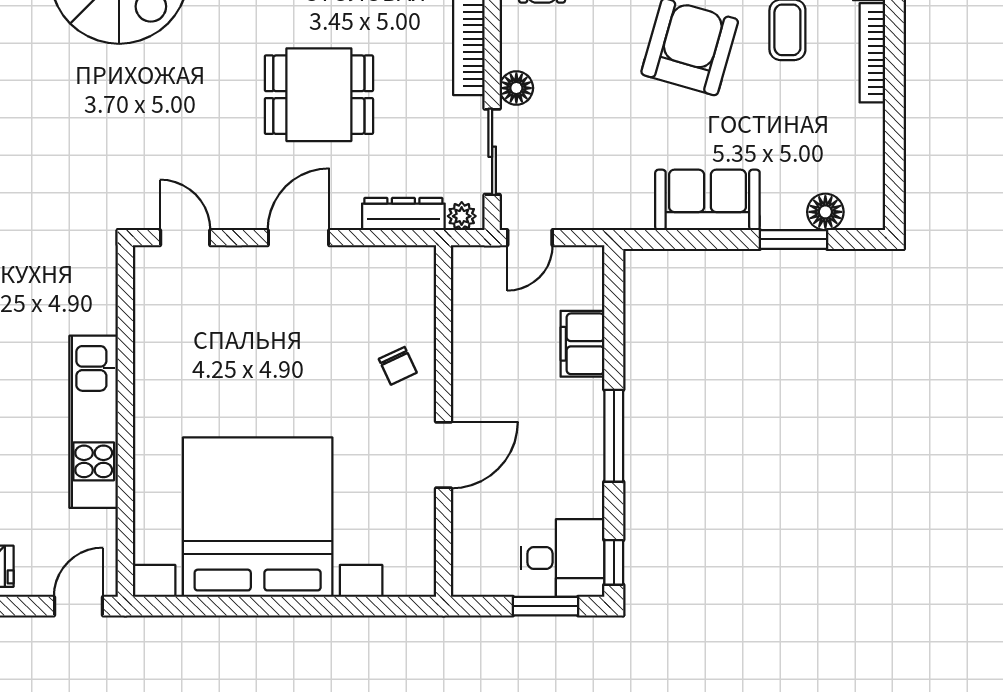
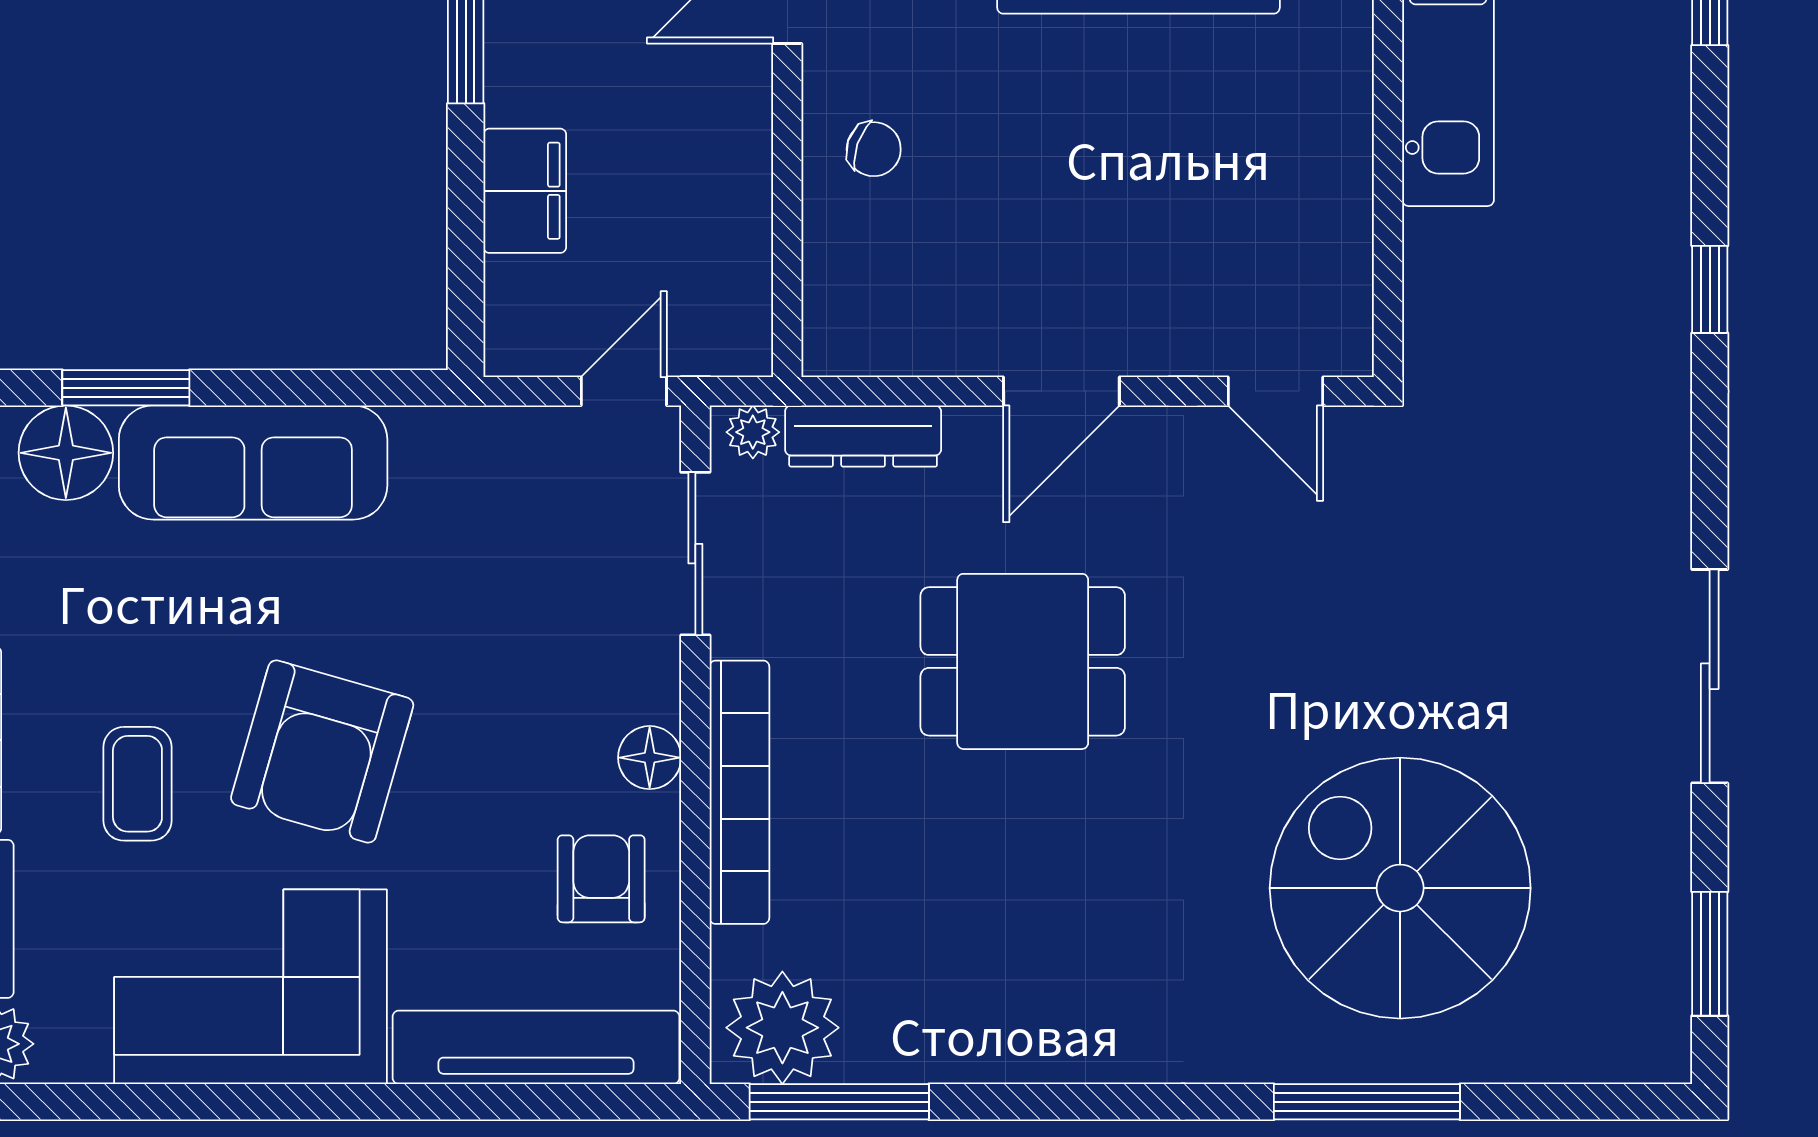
floor lamp: (516, 88) -> (650, 758), moved
sofa: (707, 200) -> (253, 463), width x1.36
floor lamp: (825, 212) -> (66, 453), width x1.38, depth x1.38
chair: (398, 366) -> (874, 149), turned 134

